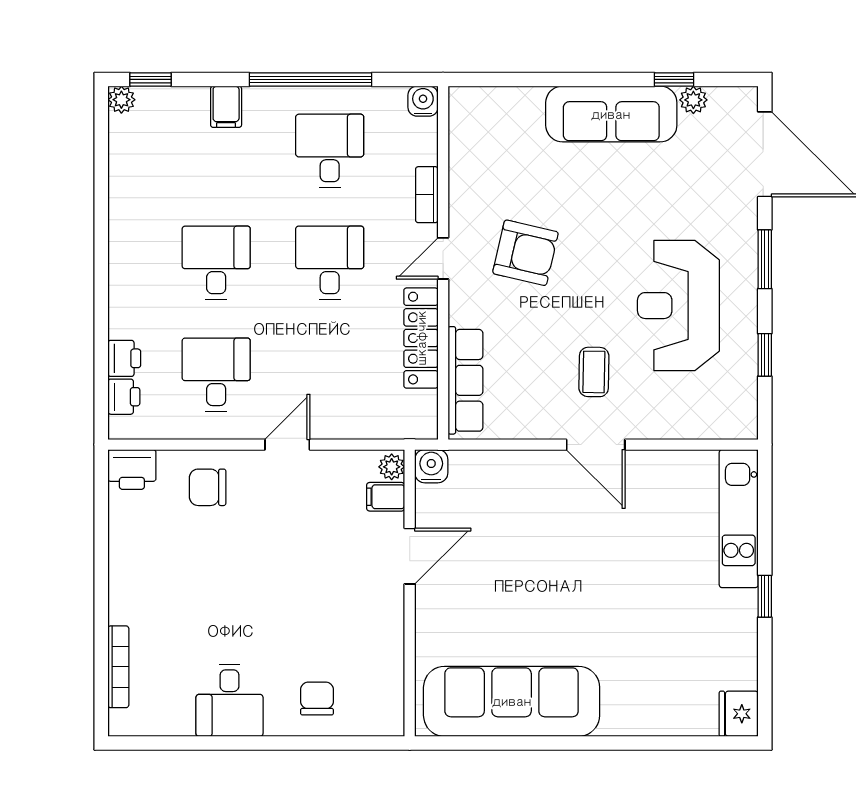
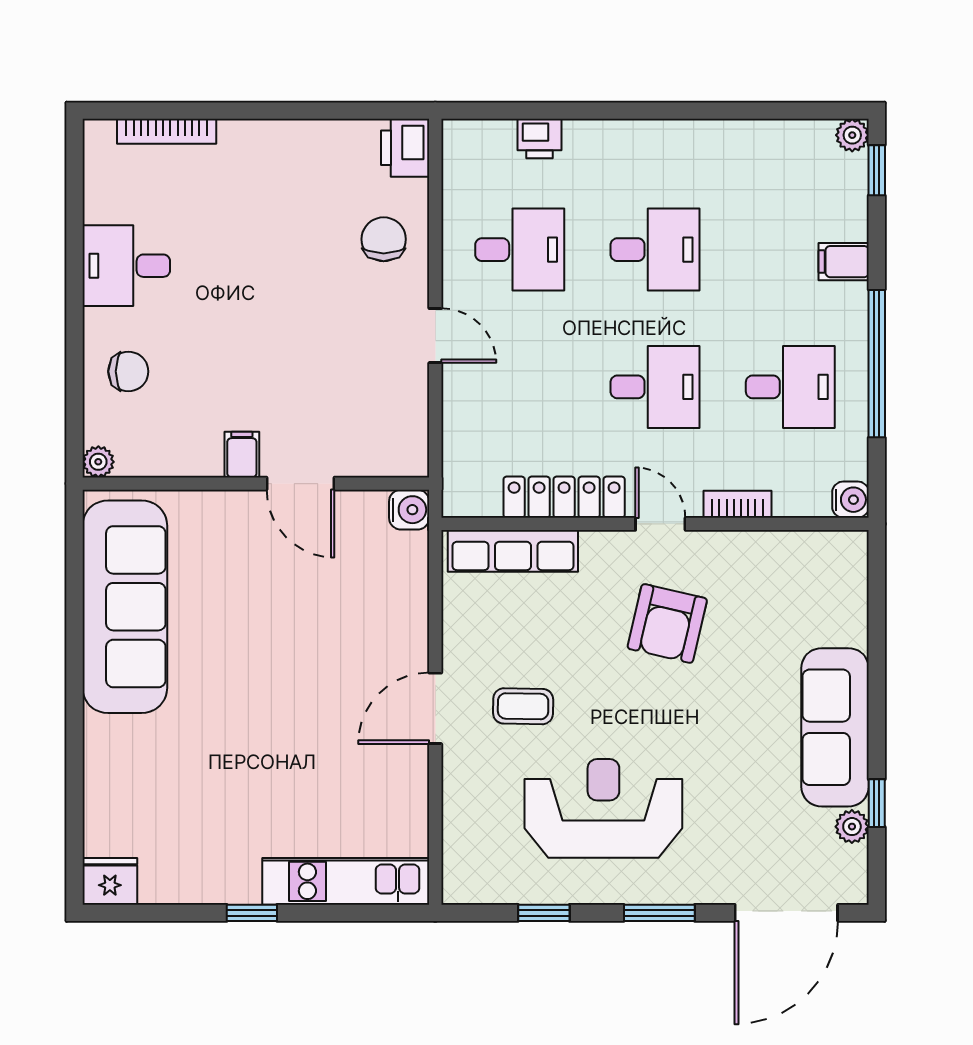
printer: (124, 397) -> (493, 138), removed
plant: (392, 467) -> (98, 462), moved
filing cabinet: (386, 497) -> (242, 455), moved

